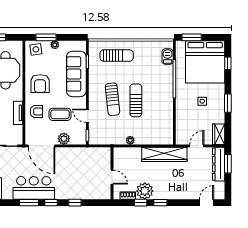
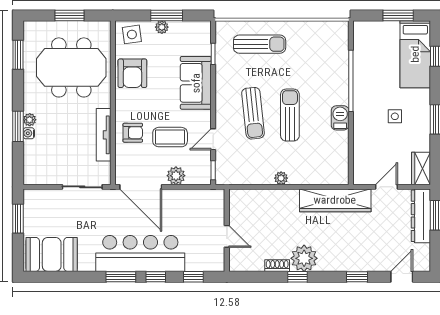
window: (46, 37) -> (167, 15), moved
window: (192, 37) -> (398, 15), moved
barbecue: (168, 57) -> (340, 118), moved
bed: (205, 62) -> (415, 54), width x0.49
sofa: (76, 74) -> (196, 83), width x0.73
armchair: (40, 84) -> (132, 73), moved
tv unit: (18, 113) -> (104, 135), width x1.41
door: (87, 116) -> (213, 139), hinge flipped
wall: (112, 173) -> (227, 230), moved
door: (112, 177) -> (227, 236), moved
bar counter: (34, 188) -> (140, 253), width x1.36
window: (160, 203) -> (357, 277), moved

